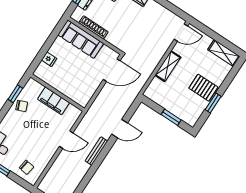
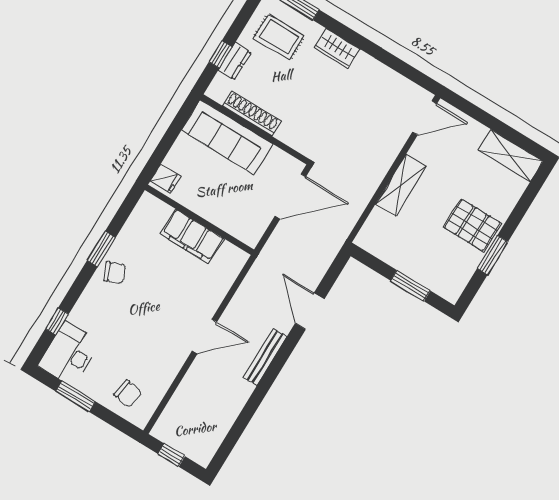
wall: (57, 93) -> (199, 220), moved
filing cabinet: (54, 101) -> (192, 236), moved
door: (120, 129) -> (310, 311), swing flipped

